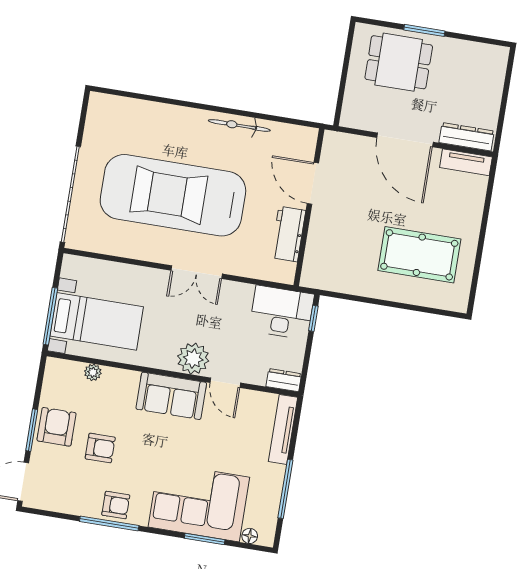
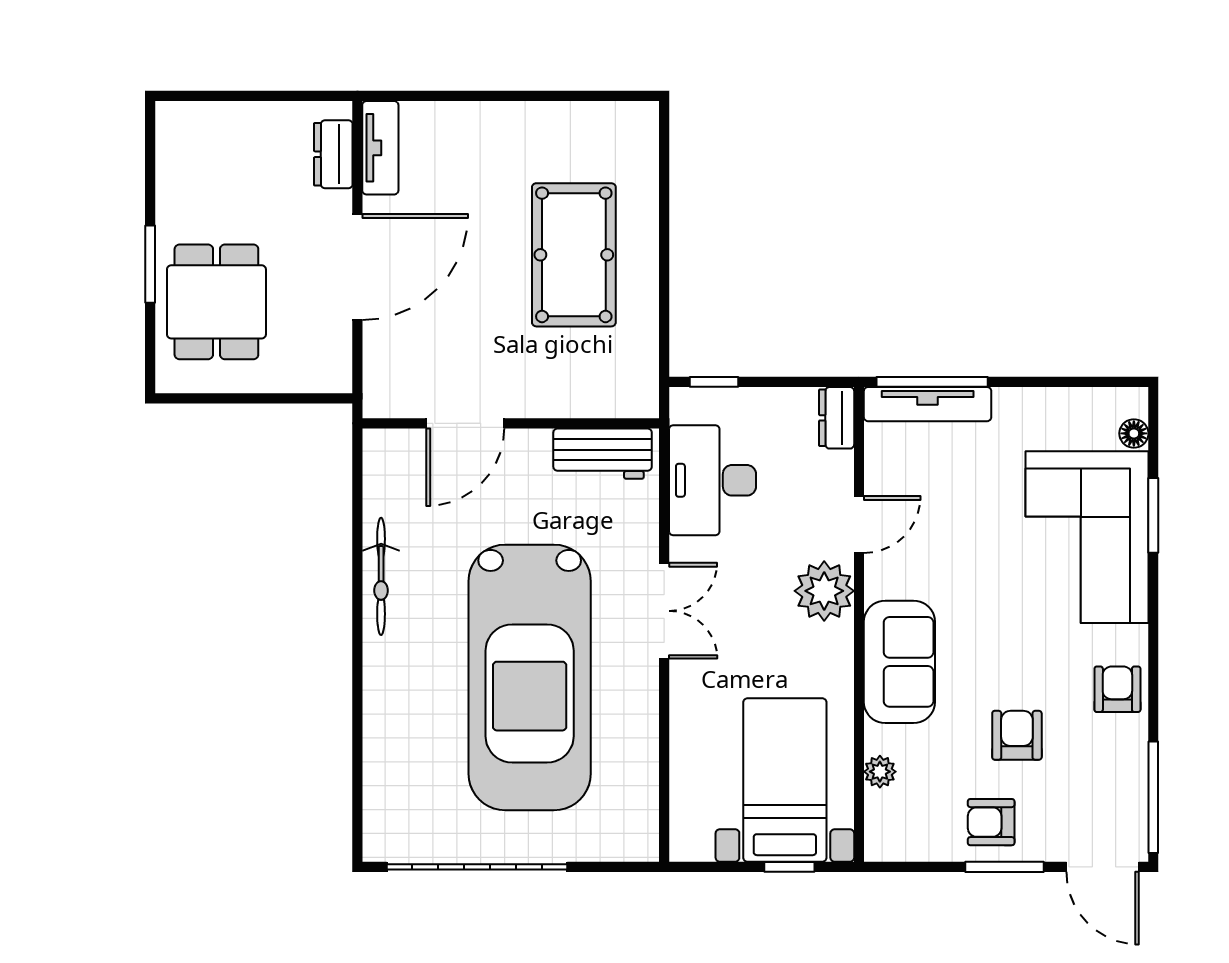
dresser: (467, 137) -> (333, 154), width x0.70
garage door: (70, 194) -> (477, 867), moved
workbench: (288, 234) -> (603, 454), moved
pool table: (419, 255) -> (574, 255), moved
desk: (282, 312) -> (713, 480), moved
window: (50, 316) -> (789, 867), width x0.46
sofa: (171, 396) -> (899, 662), moved
armchair: (57, 427) -> (991, 822), width x0.72, depth x0.72
window: (285, 489) -> (932, 382), moved
window: (109, 523) -> (1153, 797), moved

